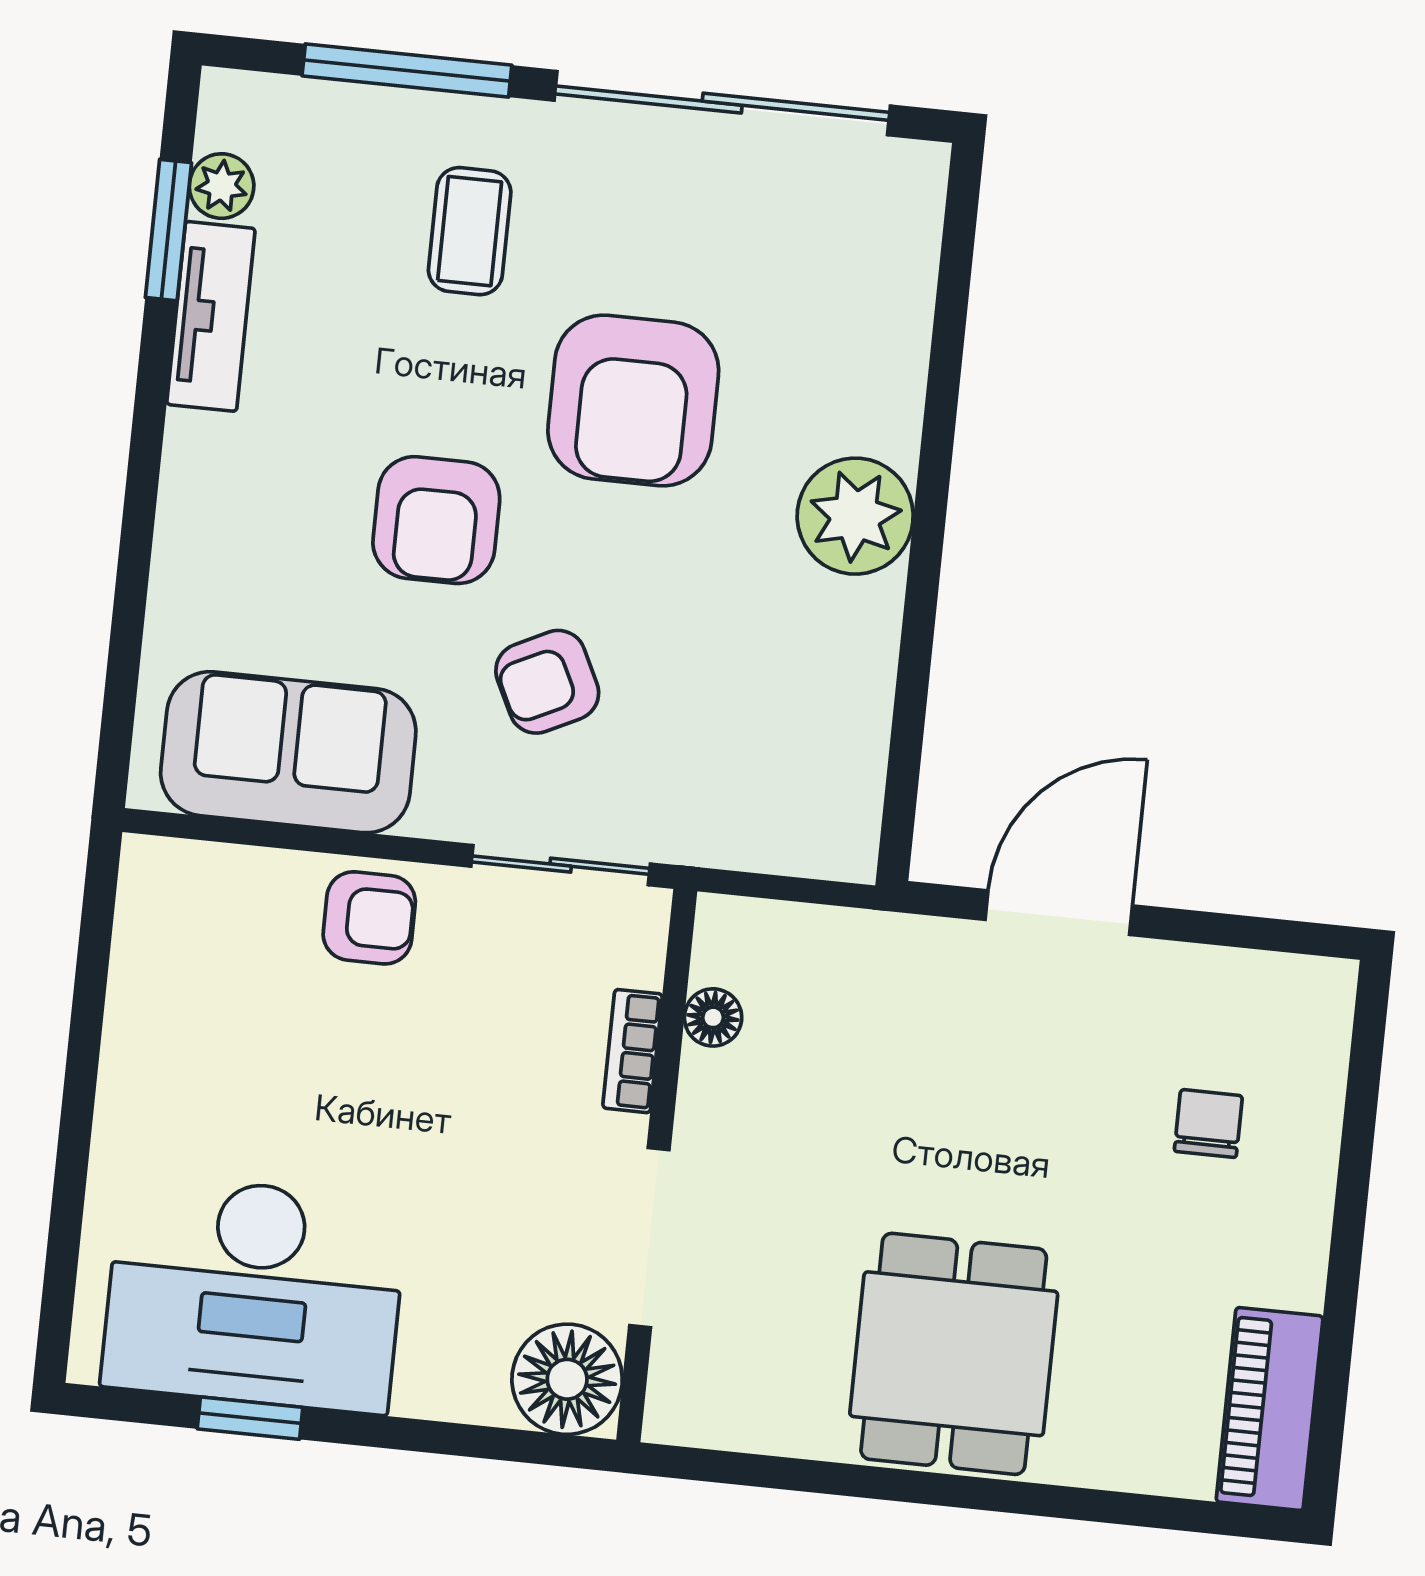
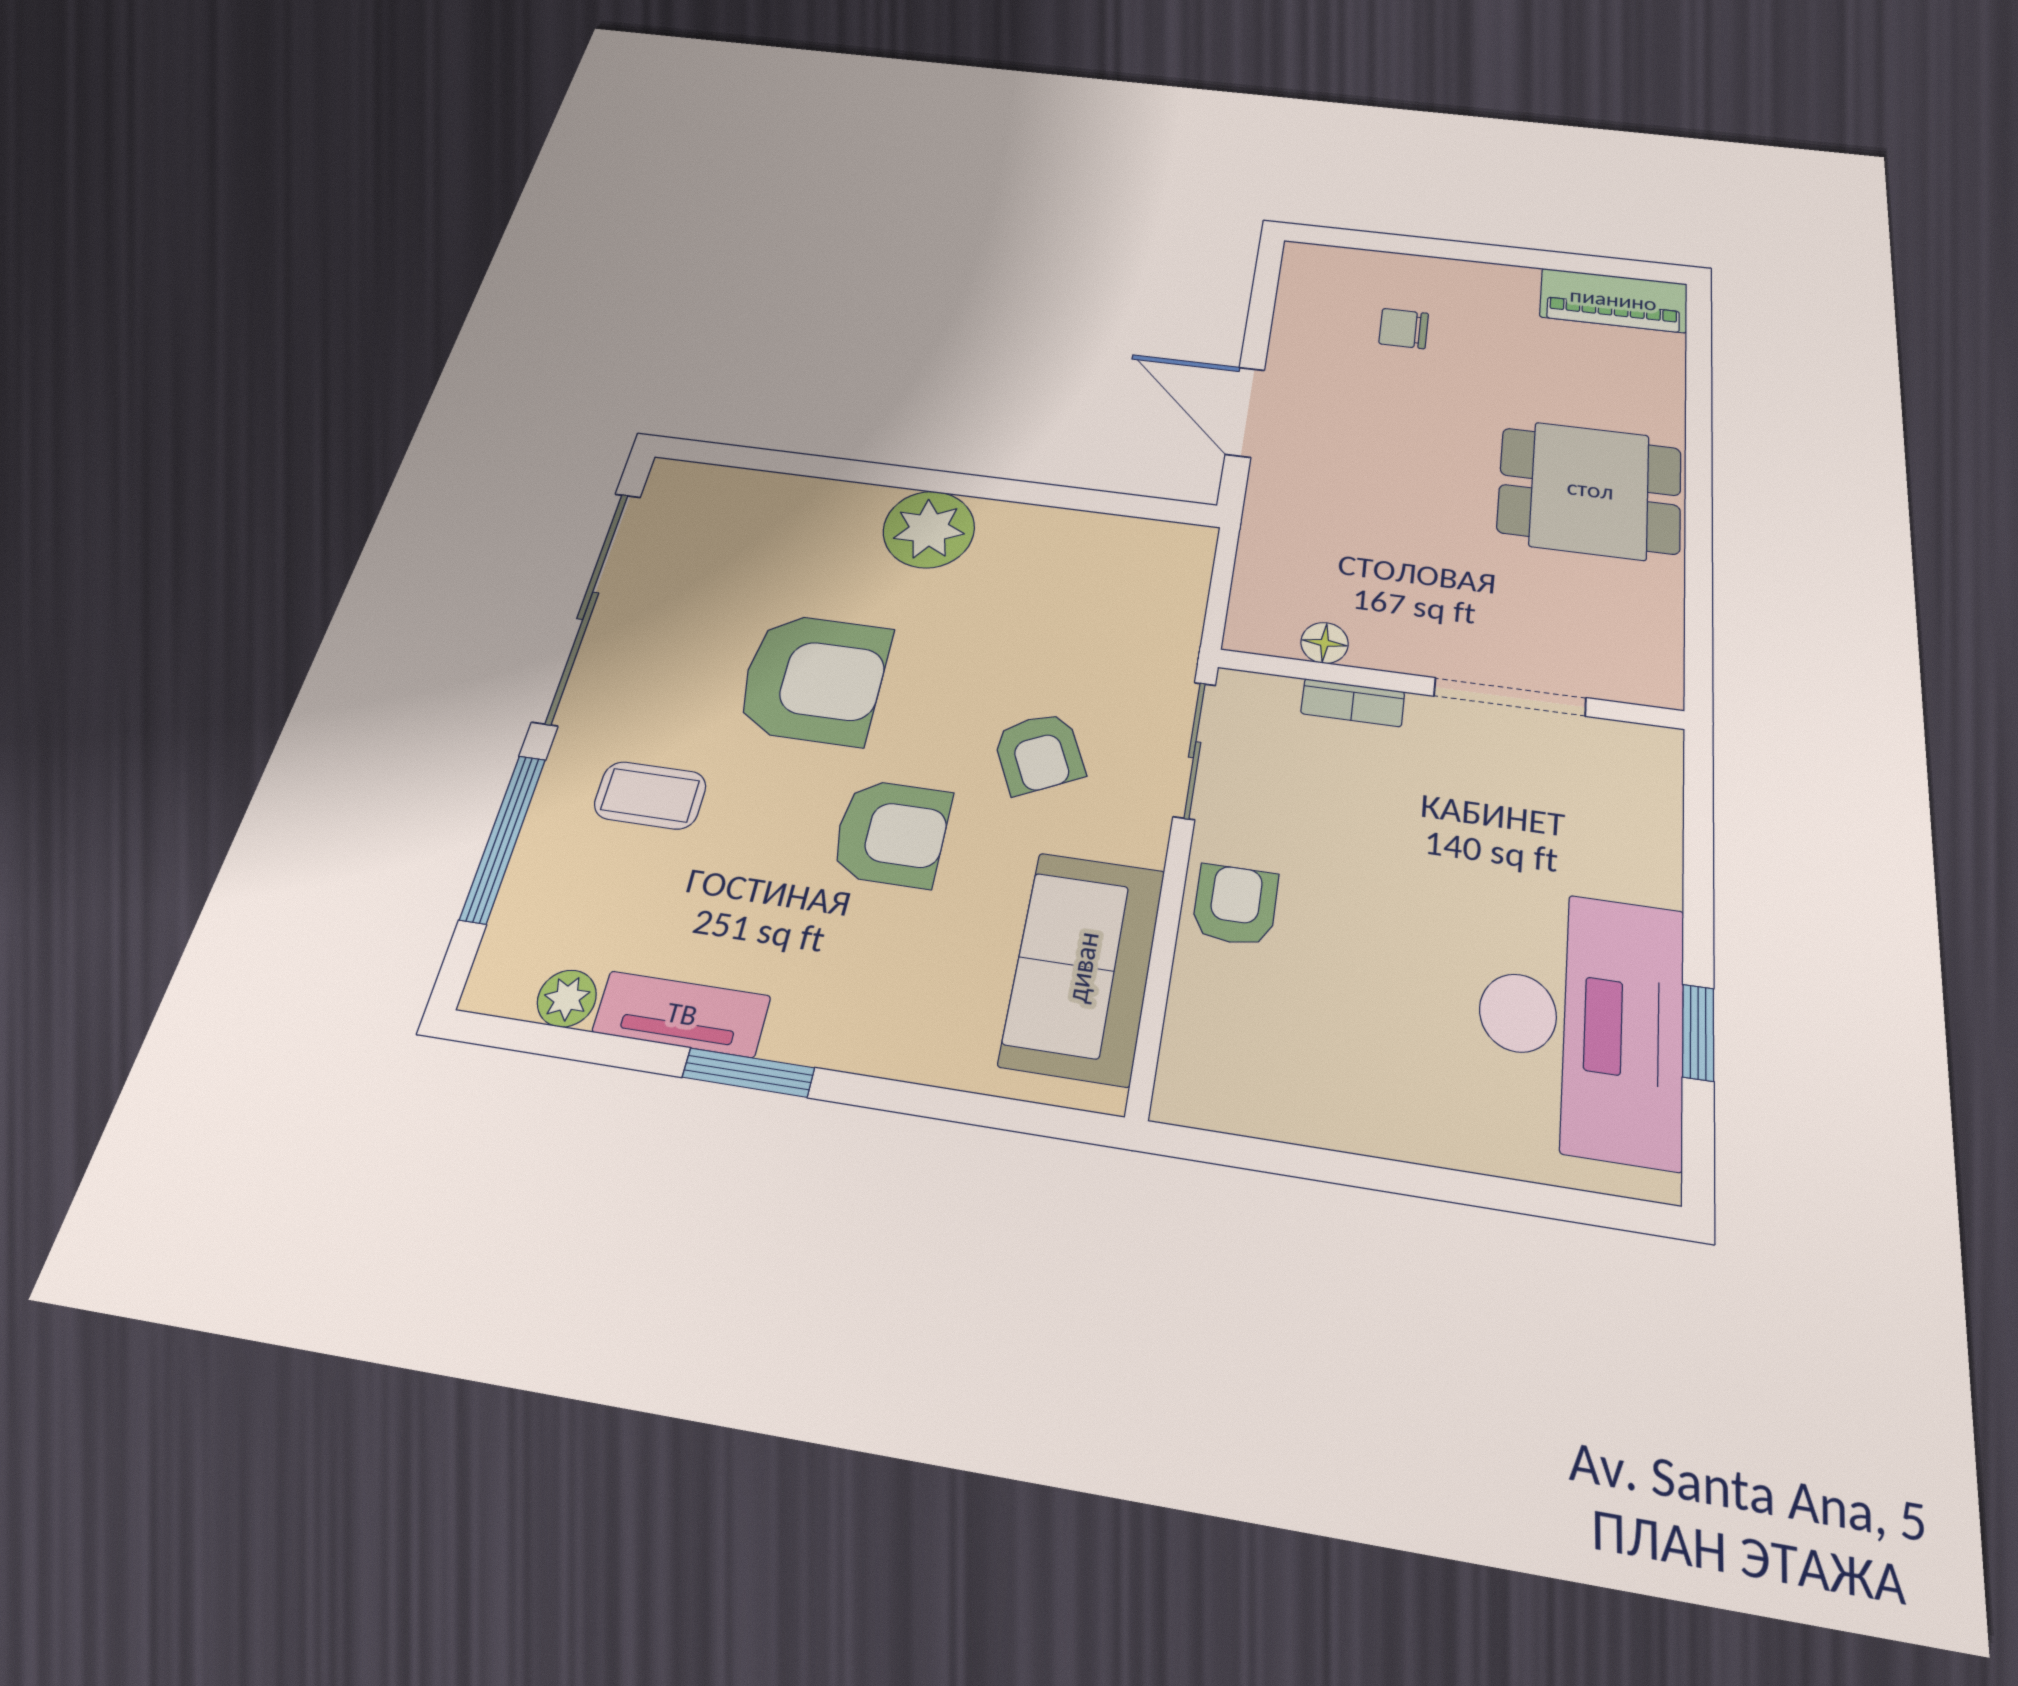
window: (168, 230) -> (748, 1073), moved
floor lamp: (567, 1379) -> (1636, 765), removed

